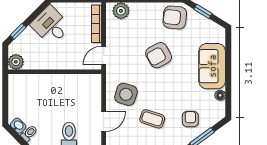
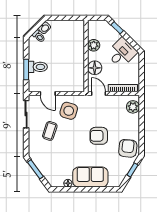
armchair: (159, 55) -> (99, 136), turned -61
floor lamp: (70, 60) -> (95, 68), added
plant: (16, 62) -> (94, 45), moved
armchair: (190, 119) -> (50, 160), removed

